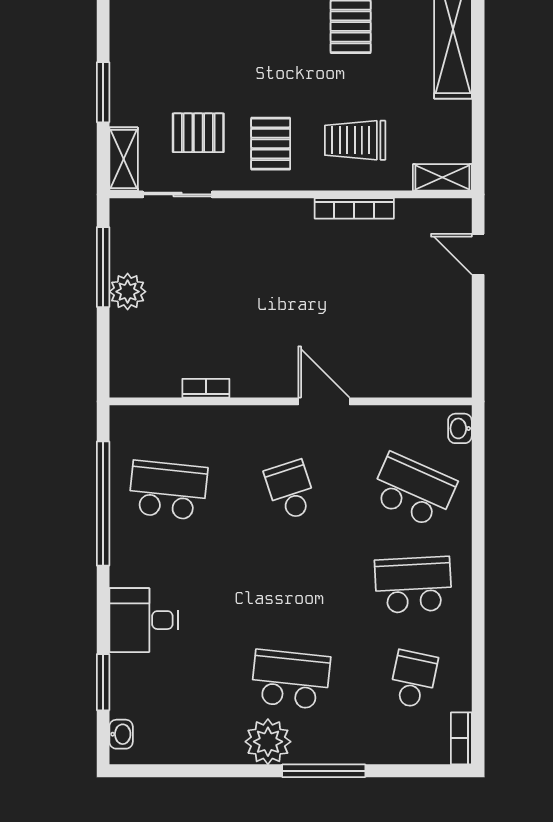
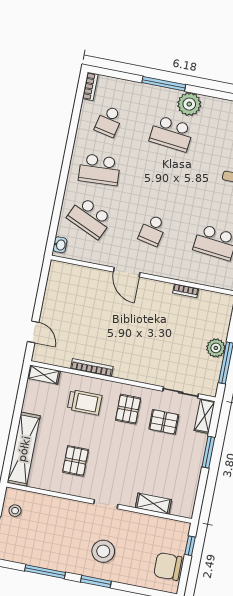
school desk: (291, 490) -> (153, 230), turned 30

